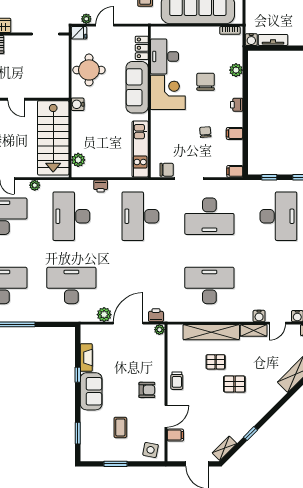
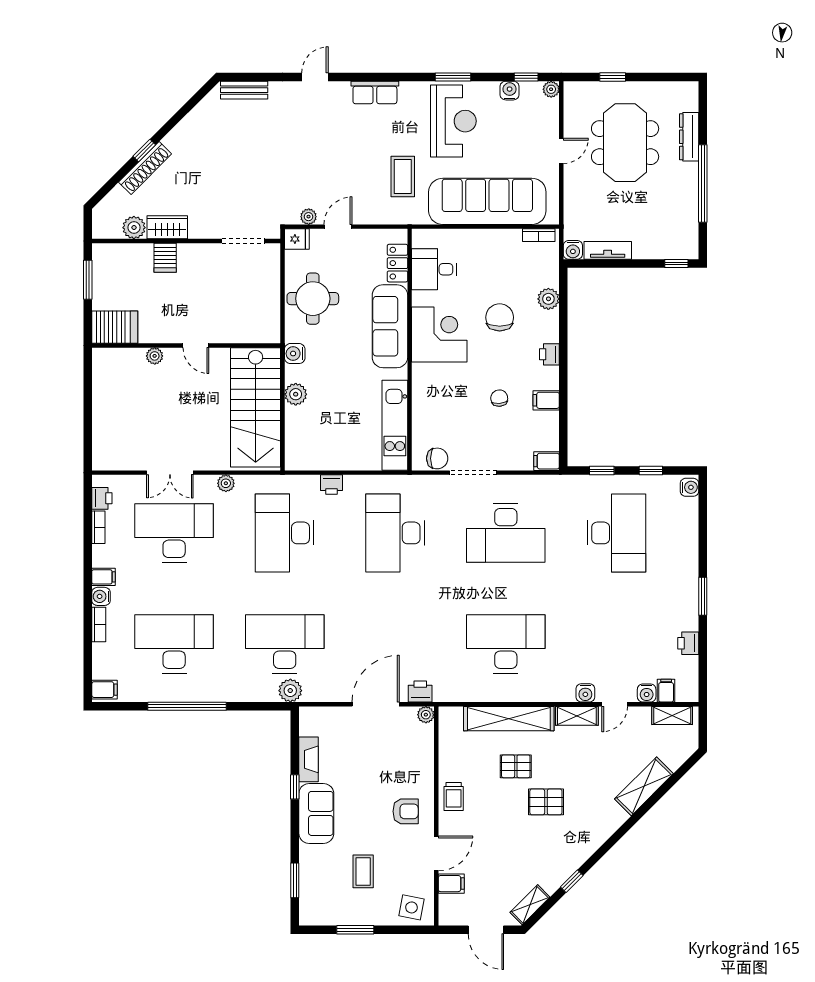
desk: (165, 56) -> (434, 269), width x0.73
plant: (78, 160) -> (296, 394), moved
plant: (104, 315) -> (290, 691), moved

